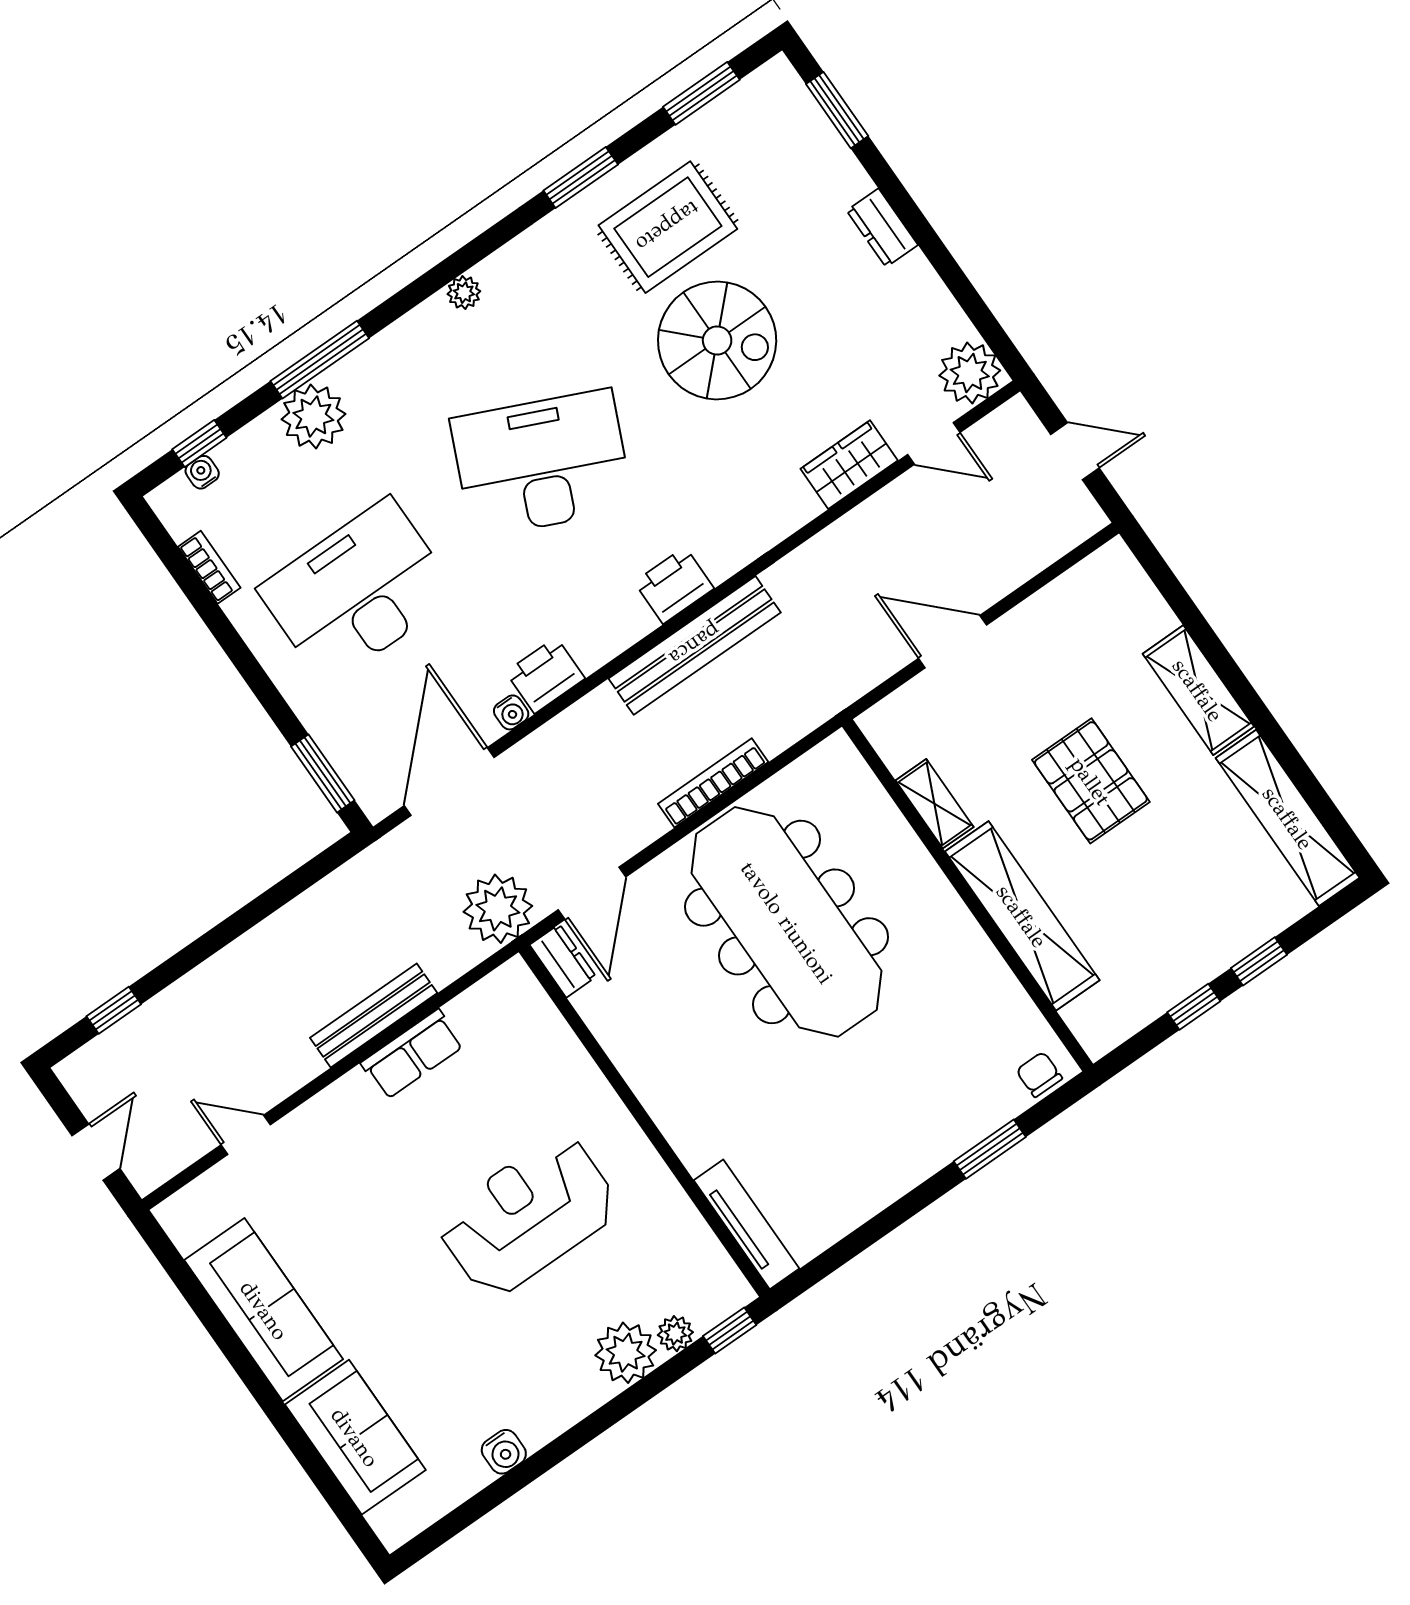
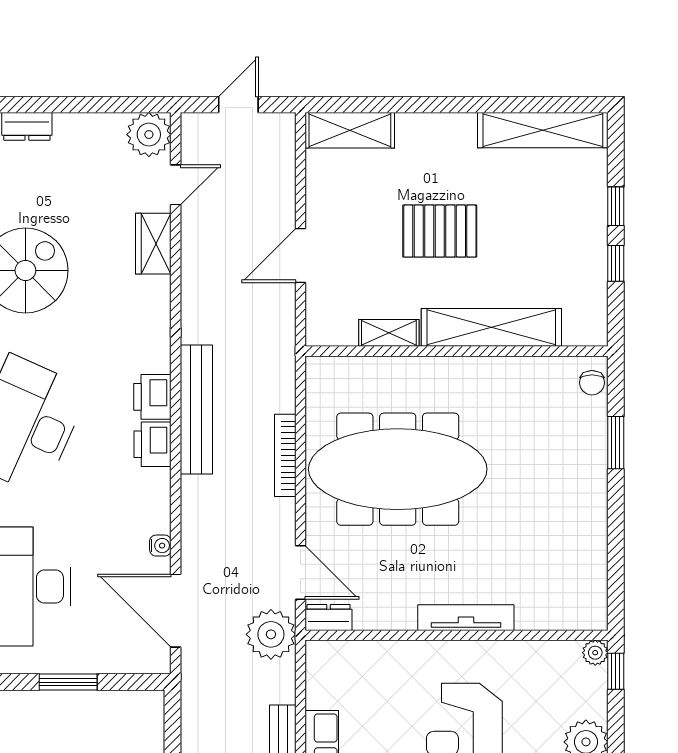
printer: (545, 675) -> (152, 444), moved
shelving: (1198, 690) -> (350, 130), moved
window: (323, 773) -> (68, 682), moved
chair: (1039, 1074) -> (592, 383), turned -90
tv unit: (747, 1224) -> (466, 618), moved
plant: (675, 1334) -> (595, 653), moved

